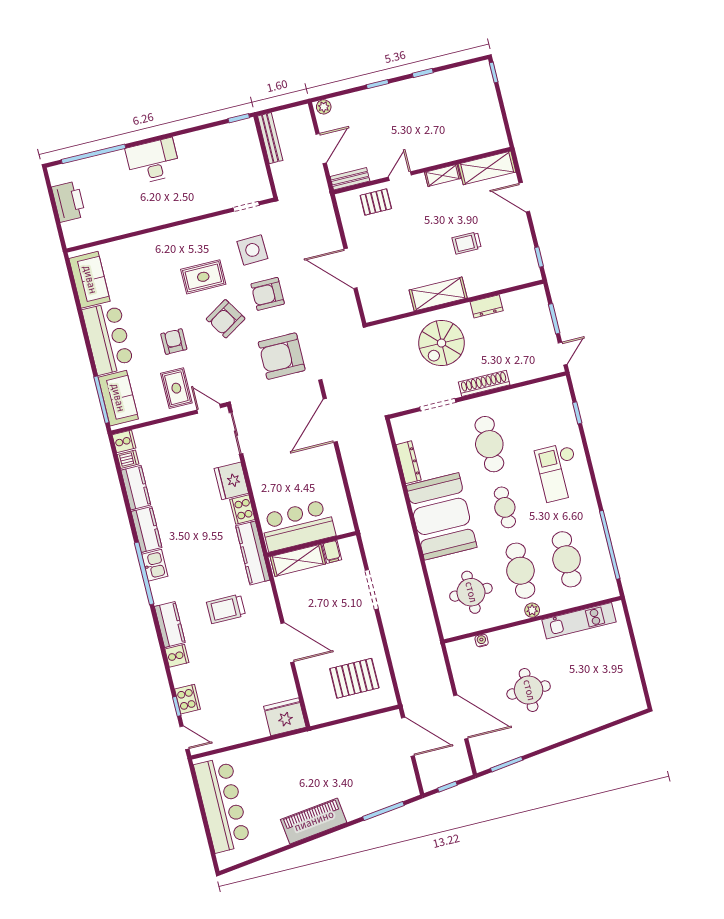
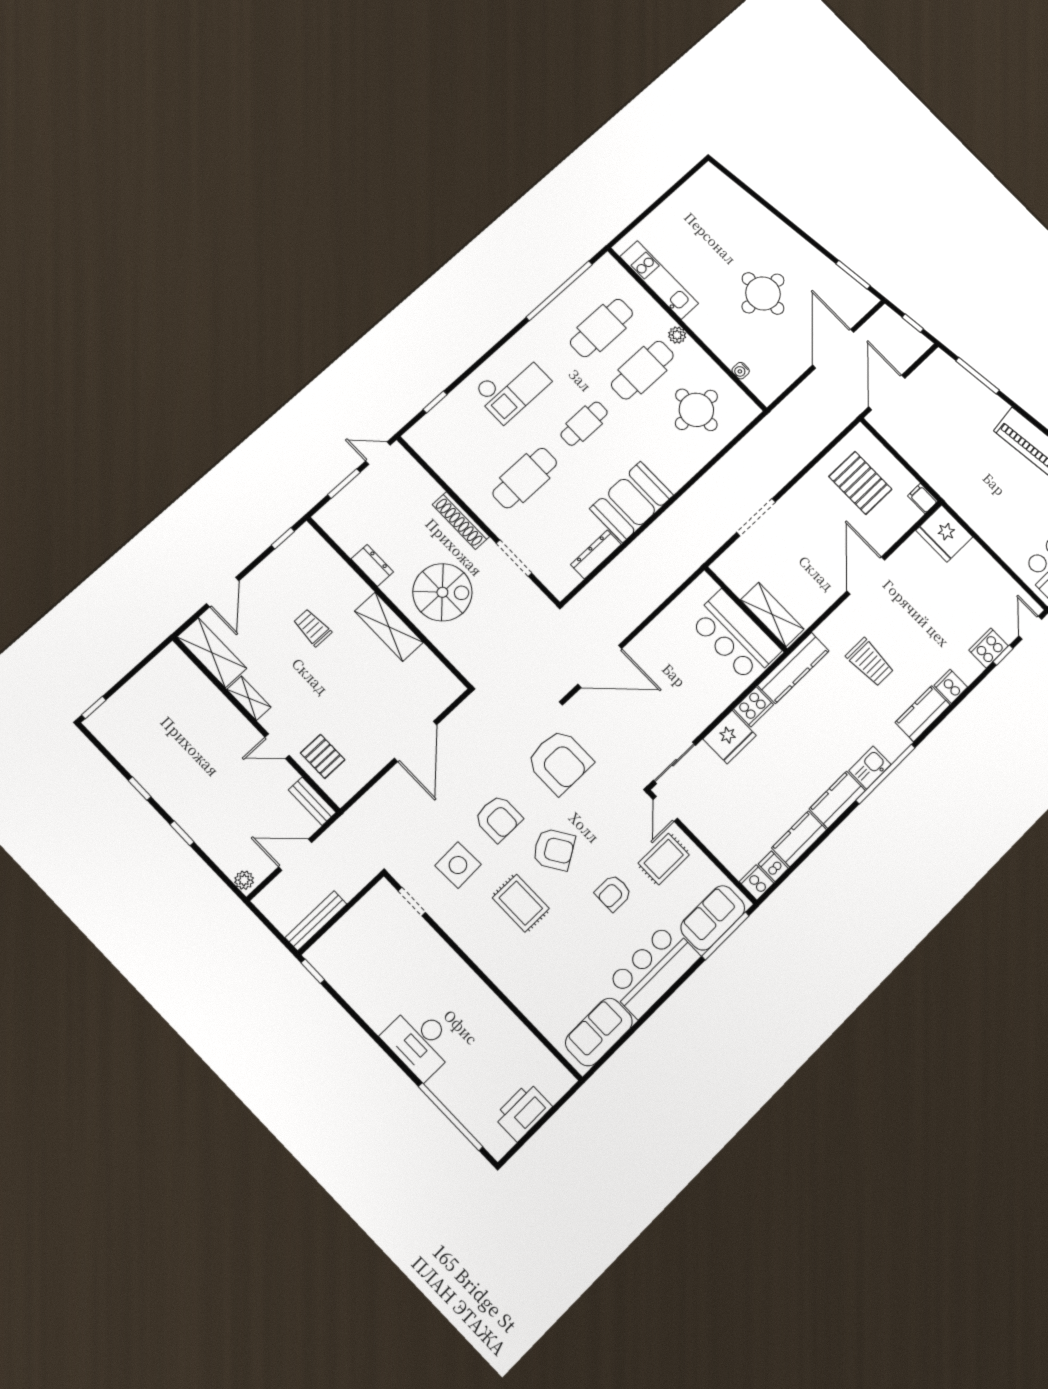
trolley: (467, 243) -> (312, 628), turned 180
booth: (442, 516) -> (631, 502), width x0.73, depth x0.70
filing cabinet: (332, 552) -> (923, 499), moved, turned -90

